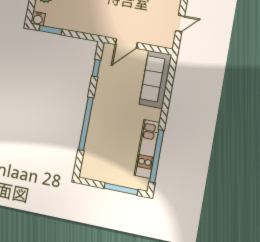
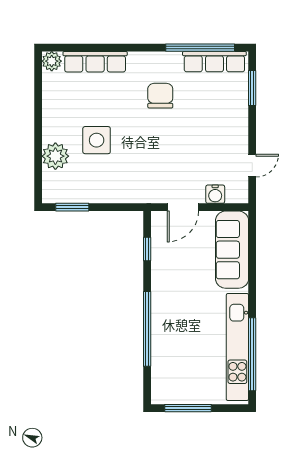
water cooler: (38, 18) -> (215, 194), moved
kitchen unit: (147, 149) -> (237, 347), width x1.36
window: (121, 189) -> (188, 408), moved

